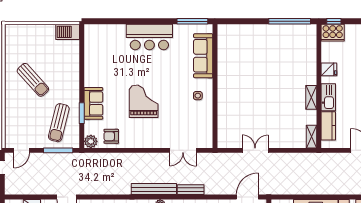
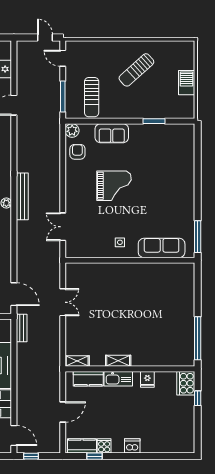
window: (334, 21) -> (198, 398), moved
barbecue: (68, 32) -> (187, 83), moved
bar counter: (149, 37) -> (181, 192), removed
window: (82, 113) -> (154, 121), moved
sun lounger: (59, 123) -> (92, 97), turned -104
bench: (191, 190) -> (22, 328), moved

